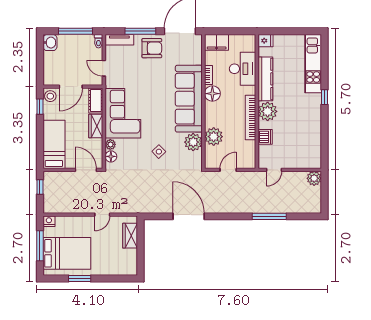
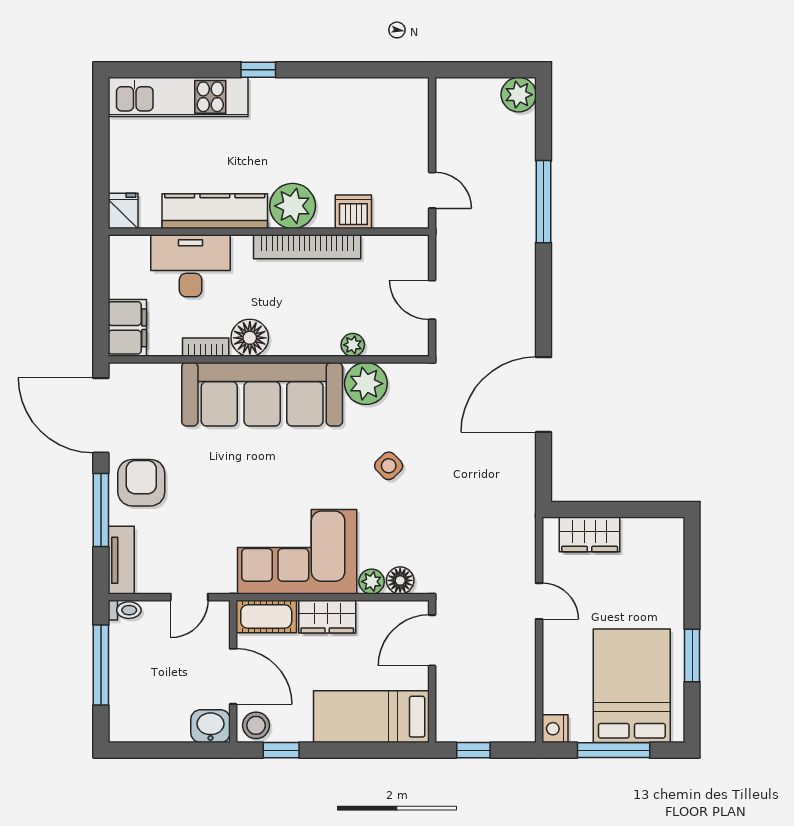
washbasin: (50, 43) -> (210, 726), moved
plant: (214, 137) -> (353, 345), width x0.53, depth x0.53
plant: (314, 178) -> (519, 95), moved

